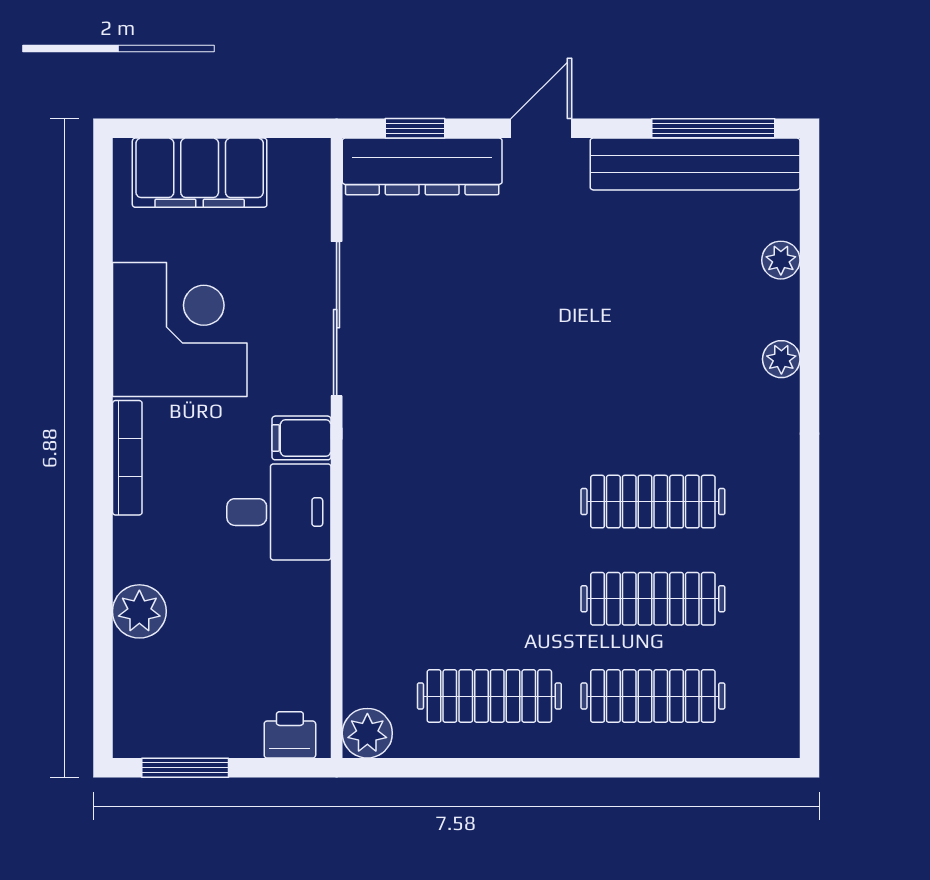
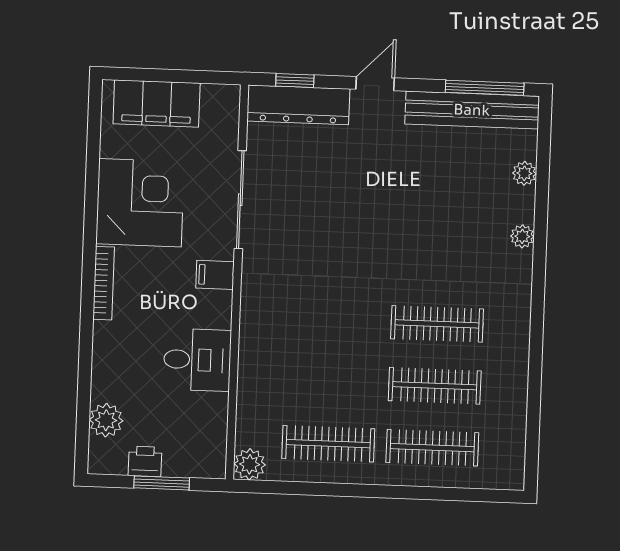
desk: (279, 512) -> (197, 360), moved
plant: (139, 611) -> (106, 420), moved
printer: (290, 735) -> (145, 461), moved
window: (185, 768) -> (162, 483), moved

